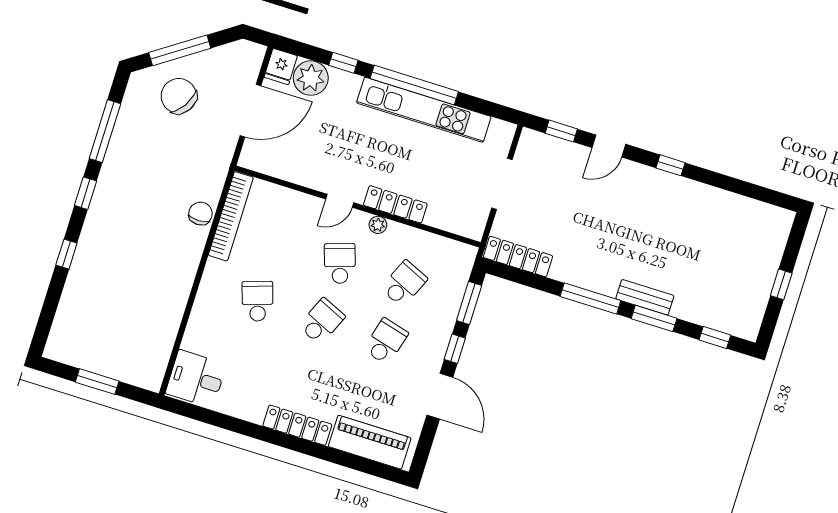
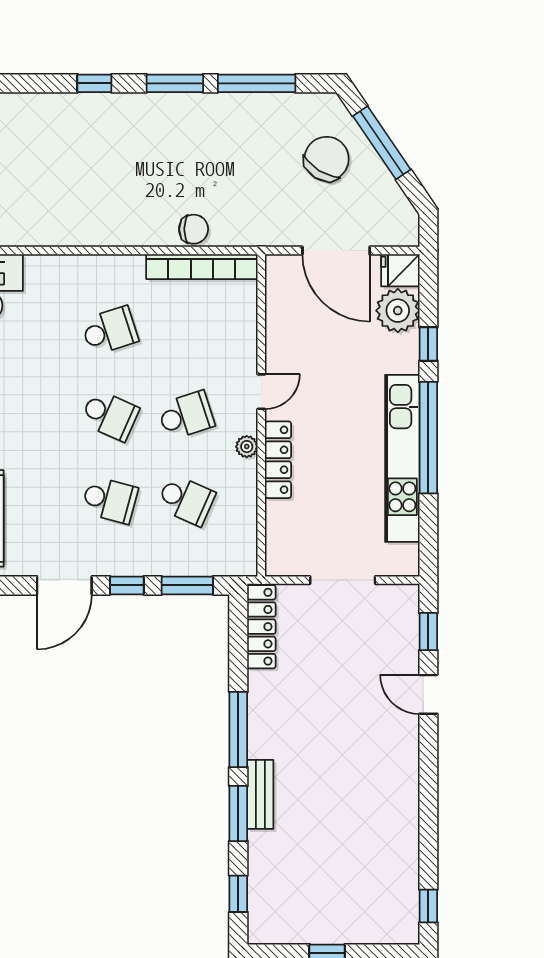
window: (670, 165) -> (428, 906), moved
window: (85, 193) -> (175, 83), width x1.50
door: (340, 201) -> (261, 392), swing flipped

